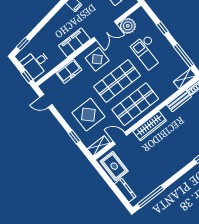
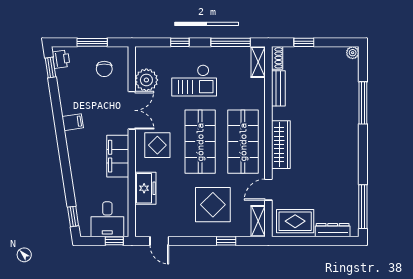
door: (46, 101) -> (159, 241), hinge flipped

